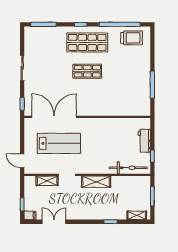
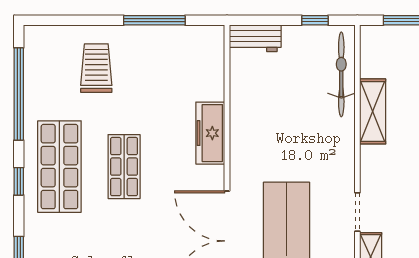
trolley: (132, 38) -> (96, 68), moved
freezer: (102, 110) -> (210, 133), added
workbench: (144, 141) -> (255, 38), moved
shelving: (96, 182) -> (373, 111), moved

